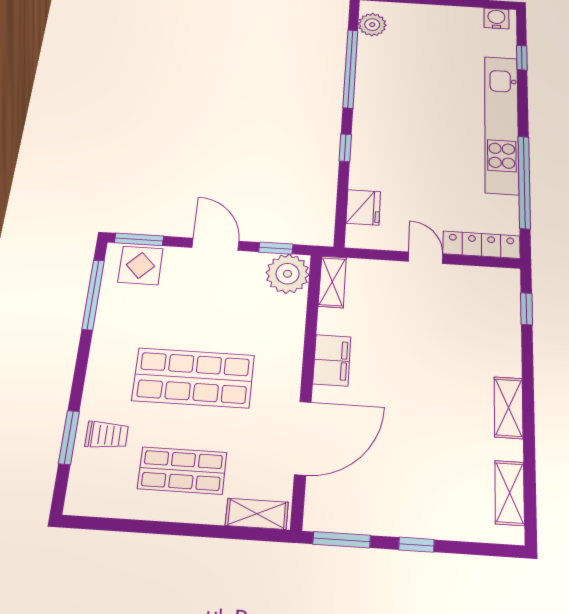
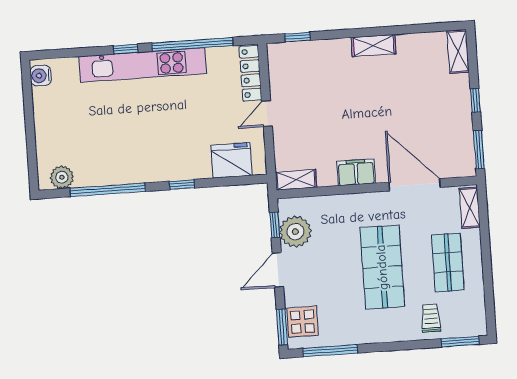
window: (522, 58) -> (126, 49), moved
fridge: (363, 207) -> (231, 160), width x1.36, depth x1.34
plant: (288, 274) -> (295, 232), moved
window: (69, 437) -> (460, 342), moved
shelving: (510, 493) -> (458, 52), moved, turned 90

